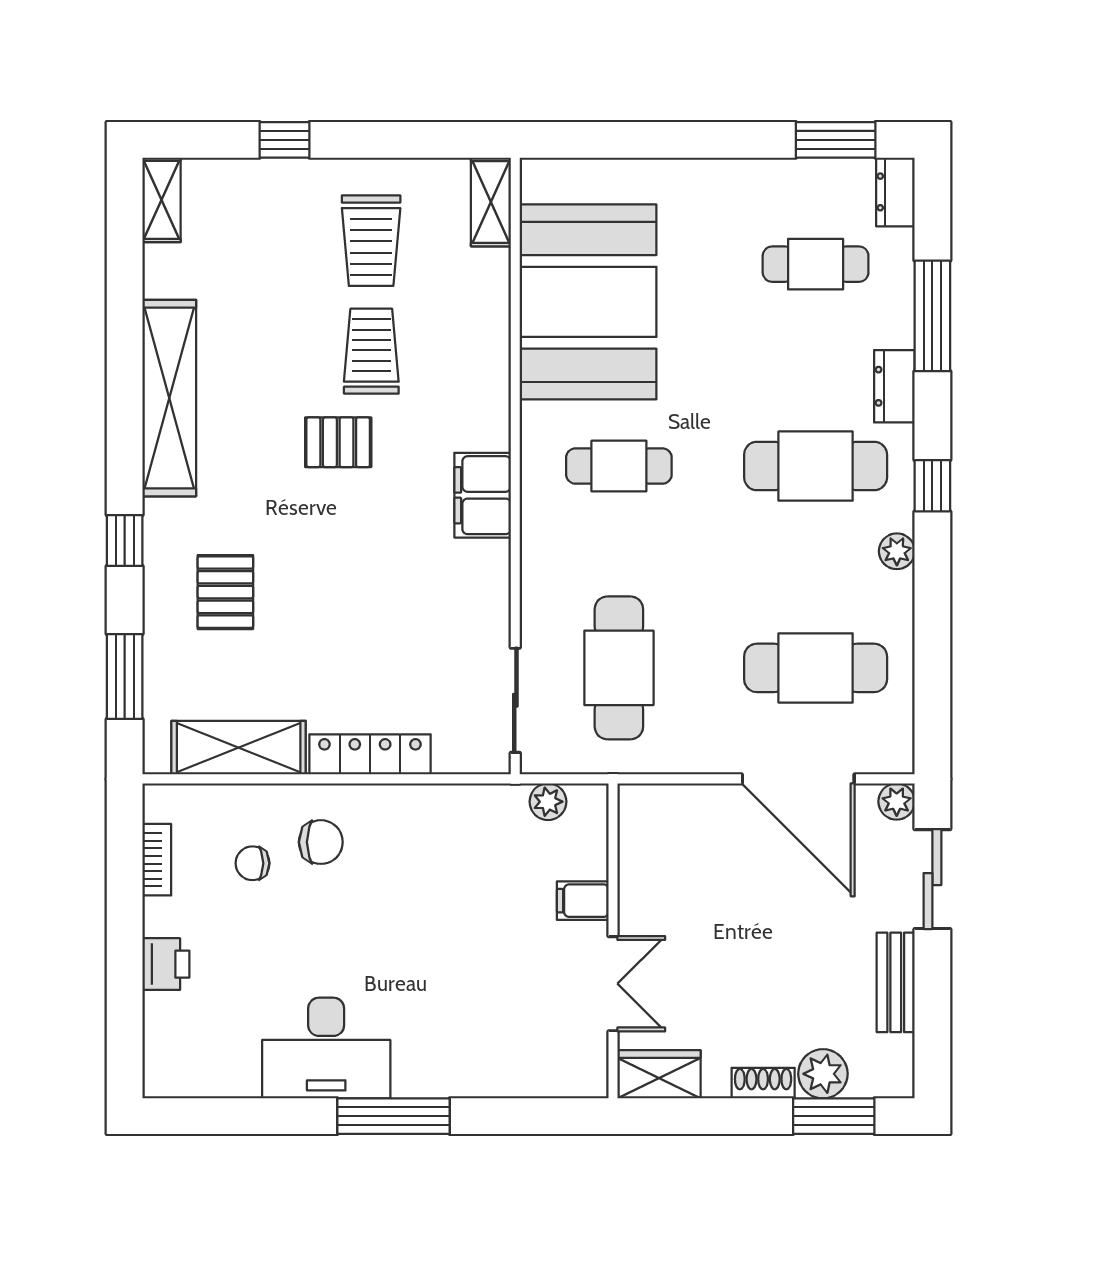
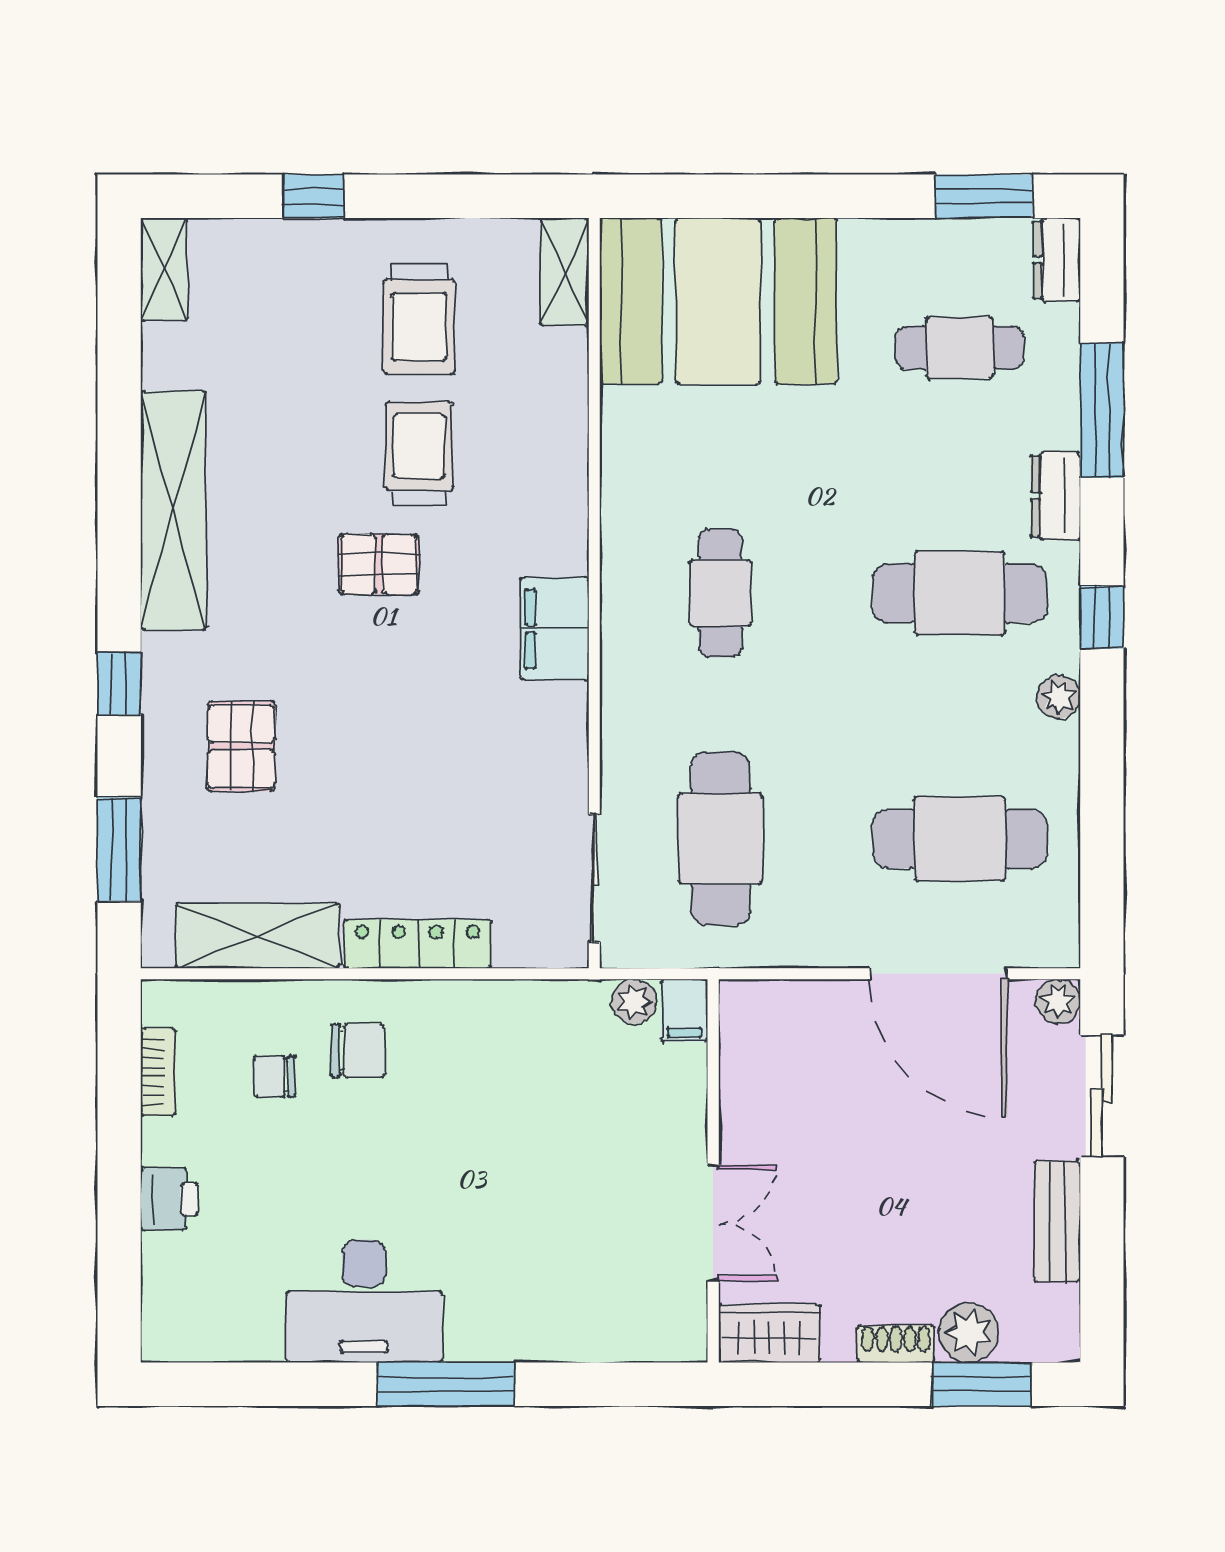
booth: (588, 302) -> (718, 301), moved, turned 90
cafe table: (619, 466) -> (720, 593), turned 90
filing cabinet: (583, 901) -> (684, 1011), moved, turned -90

